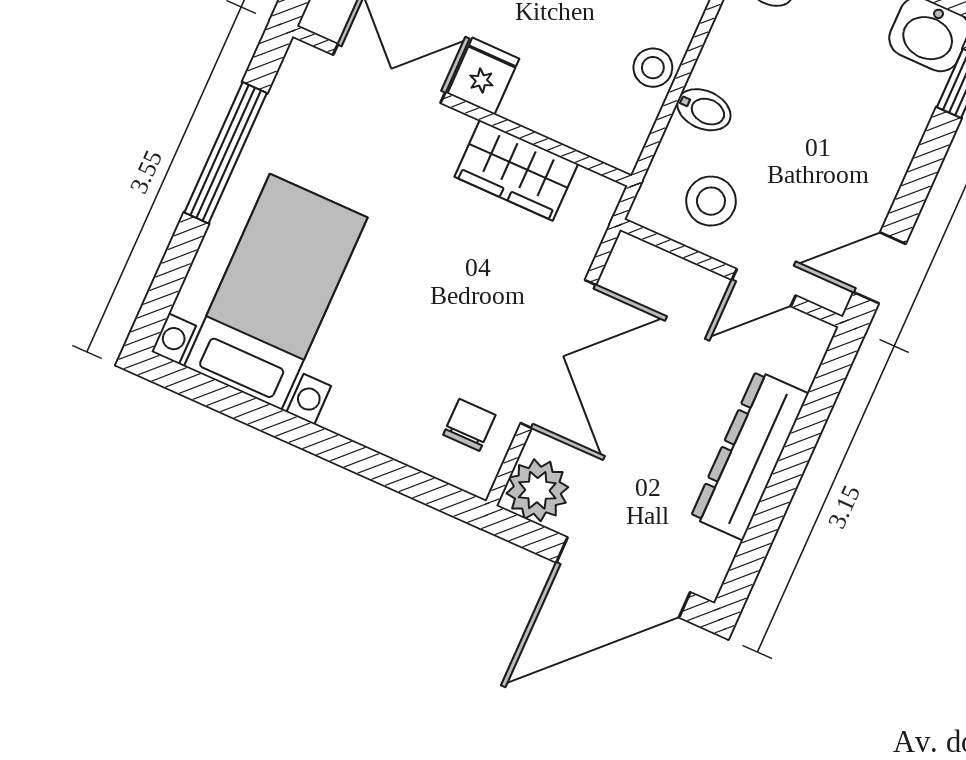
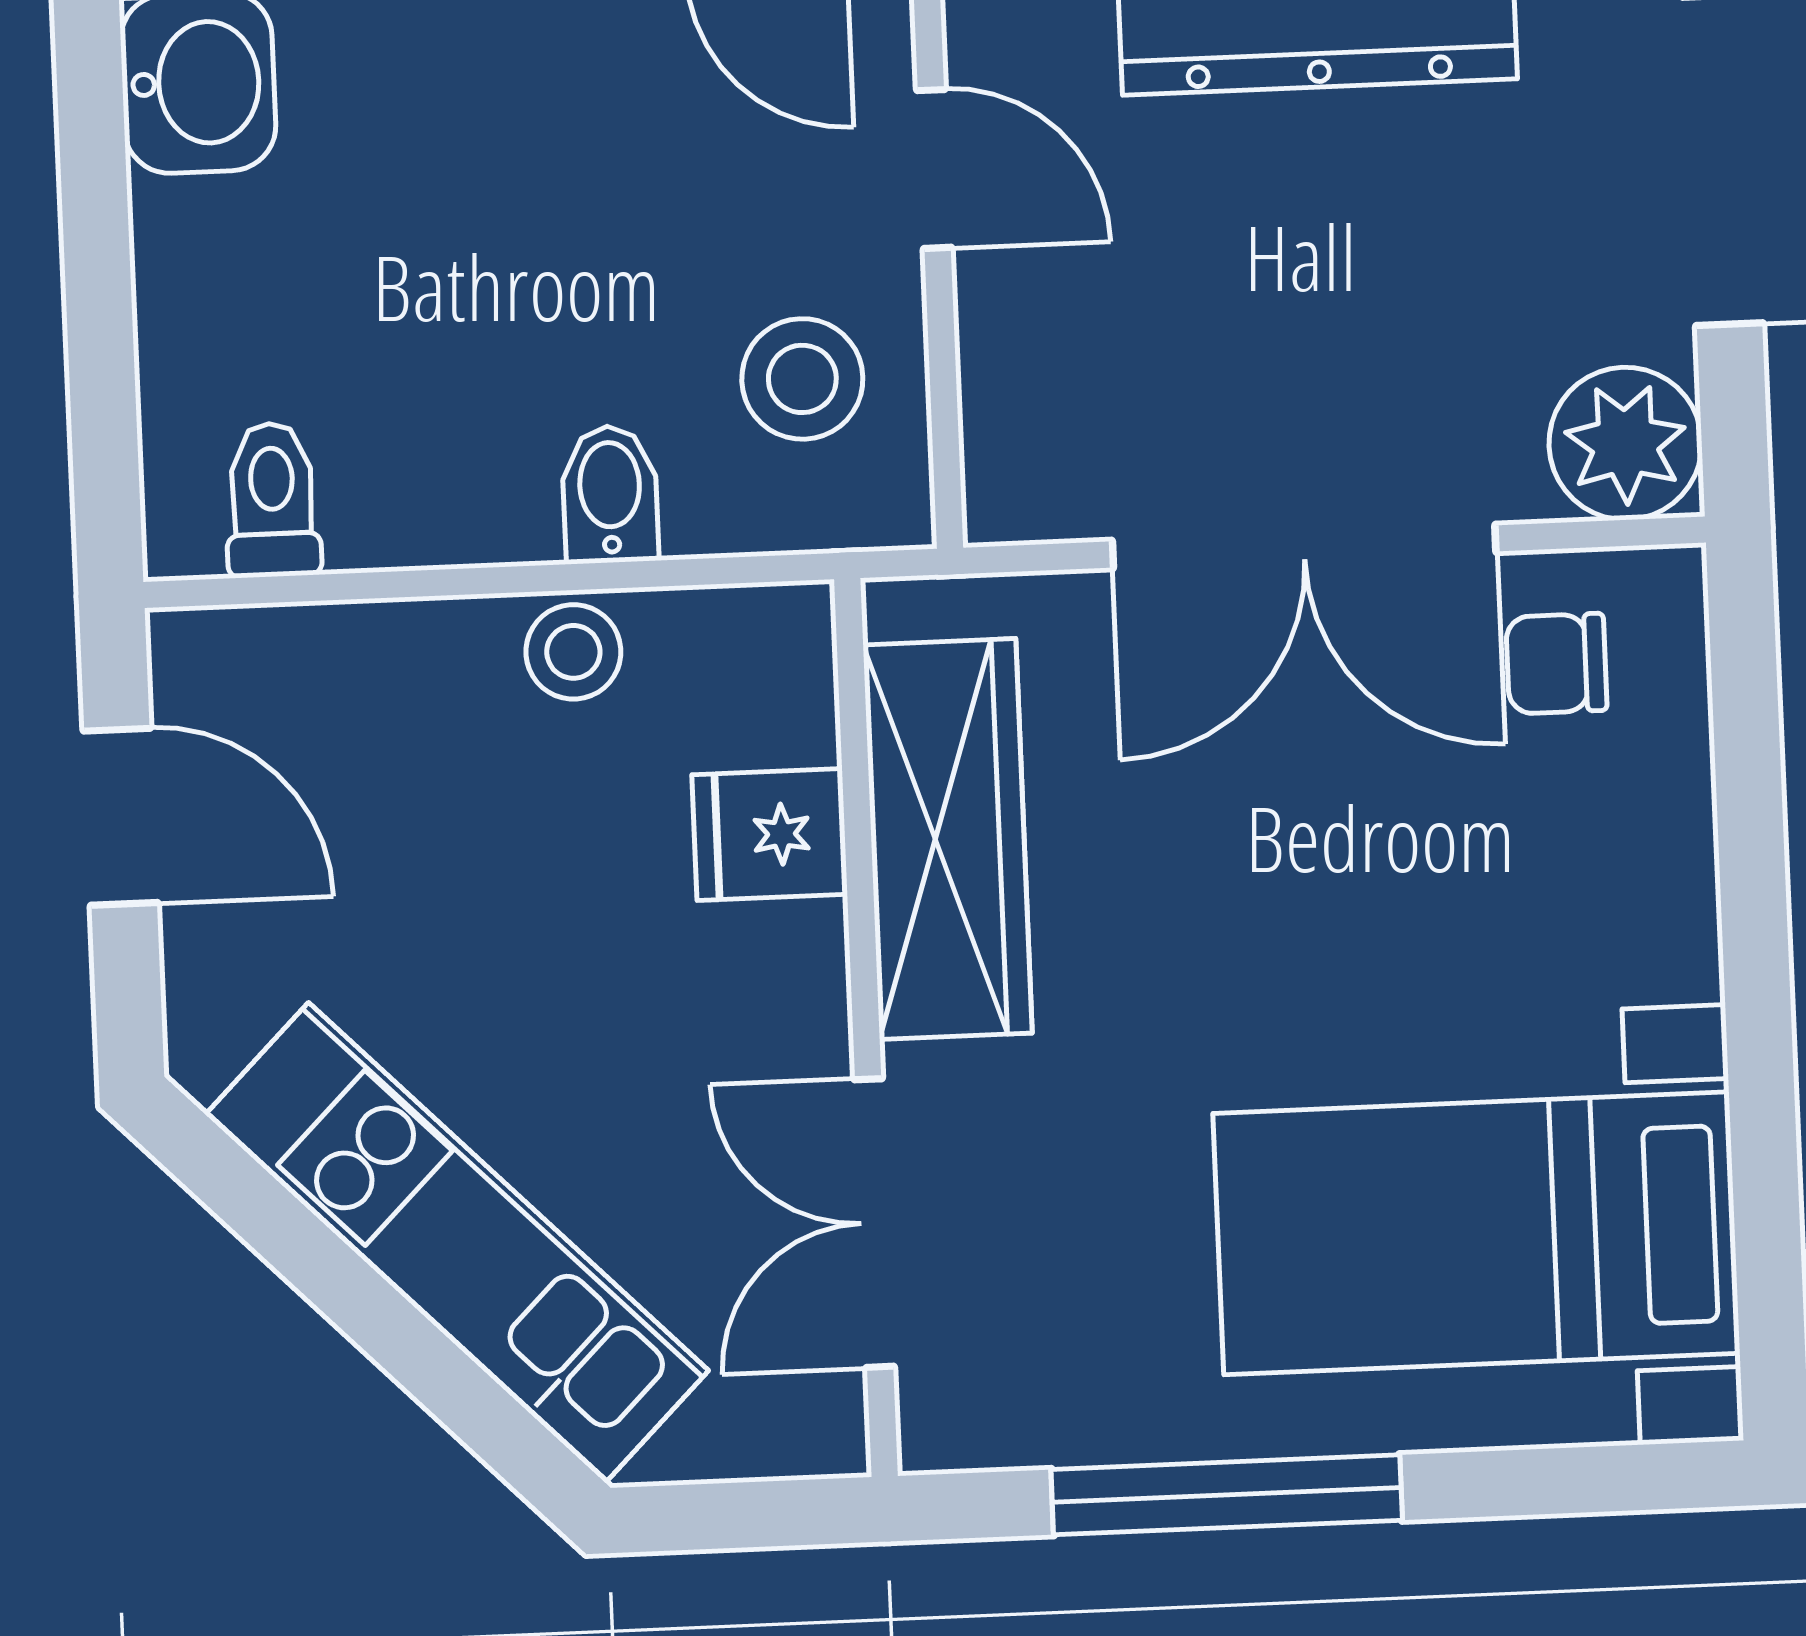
fridge: (483, 76) -> (770, 835), moved
wardrobe: (516, 170) -> (948, 839), width x1.50
double door: (558, 354) -> (1304, 546), swing flipped

